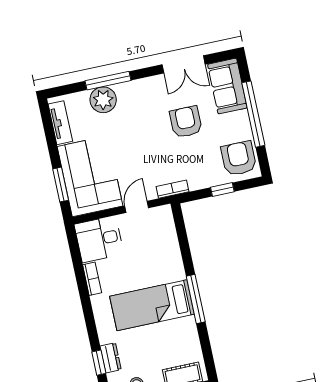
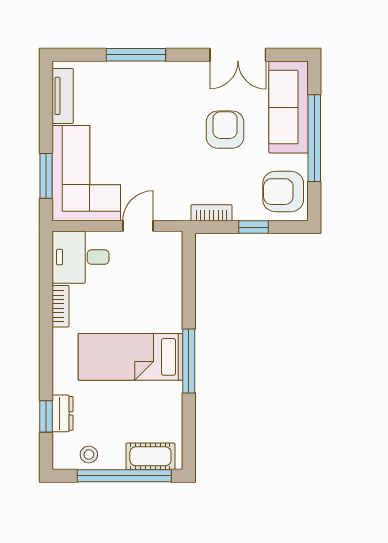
sofa: (227, 86) -> (289, 107), width x1.36
plant: (103, 100) -> (124, 78), removed
armchair: (239, 158) -> (283, 192), turned -90
bookcase: (172, 189) -> (211, 213), moved

